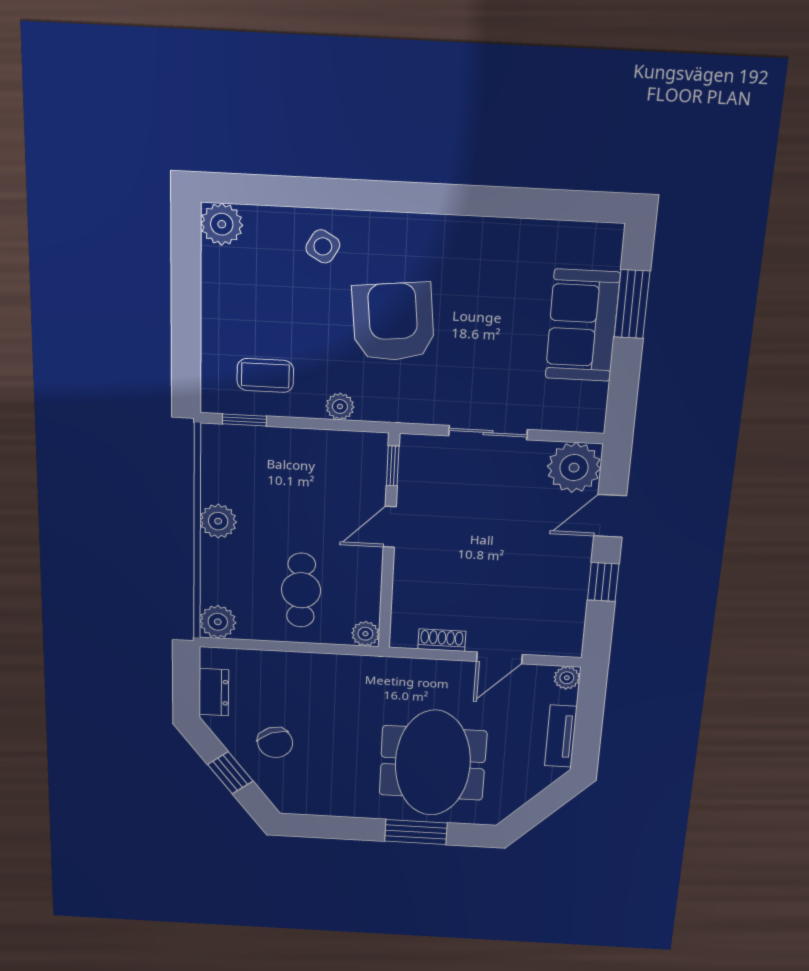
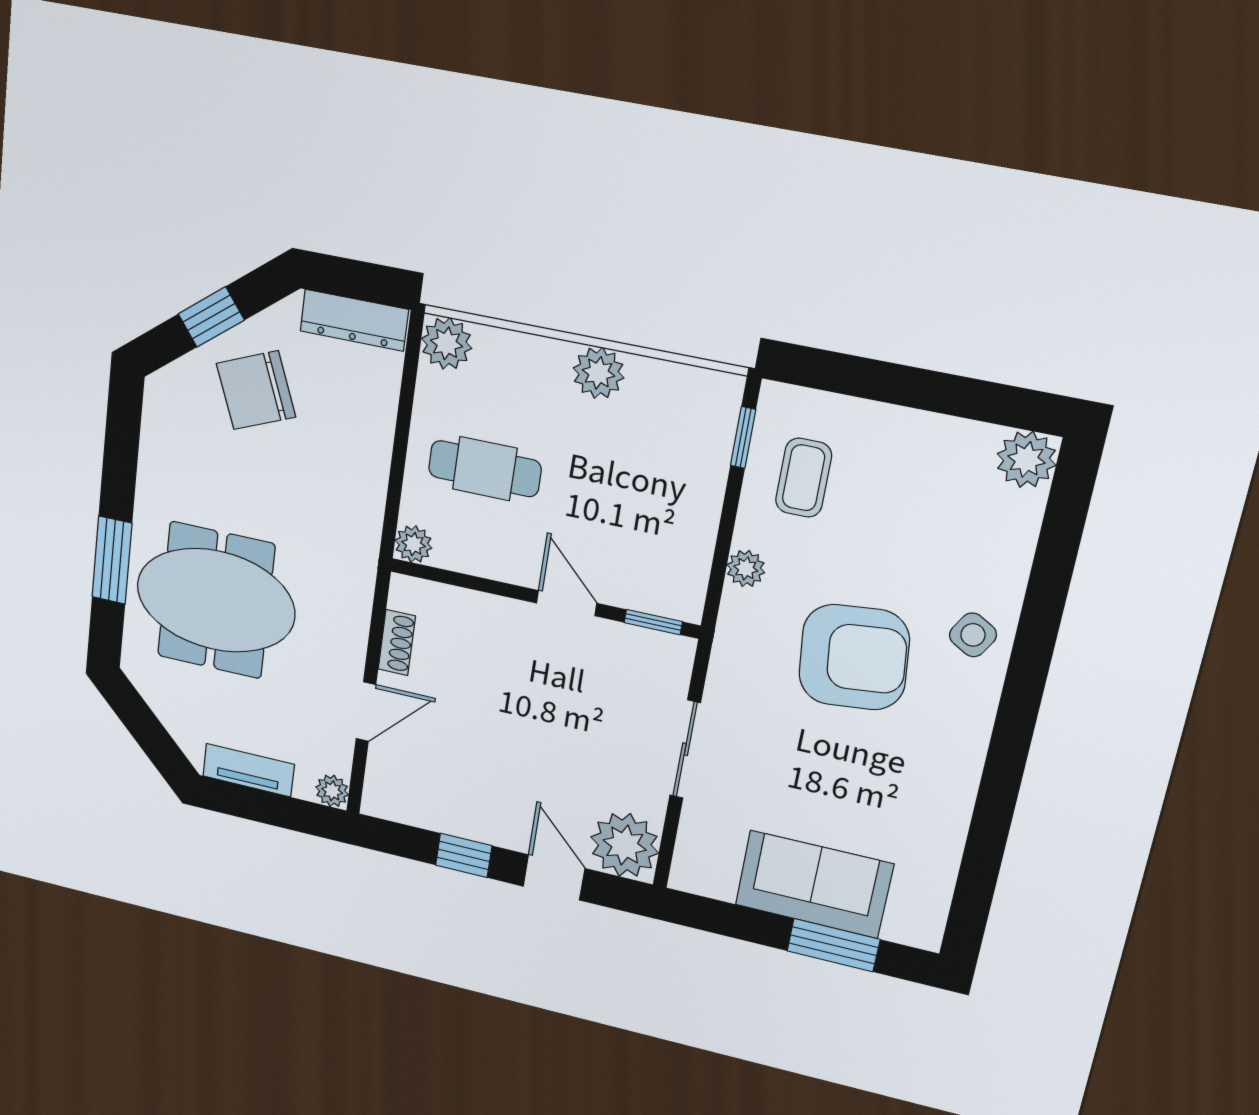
side table: (323, 246) -> (973, 635), moved
door: (499, 658) -> (366, 712), swing flipped
dresser: (214, 692) -> (354, 320), width x1.44
chair: (275, 742) -> (256, 390), width x1.37, depth x1.37

